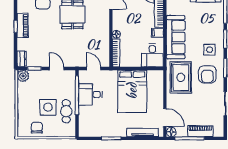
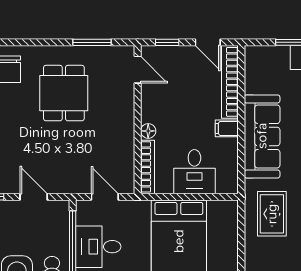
desk: (152, 55) -> (194, 172), moved
rug: (181, 77) -> (272, 214), width x0.73, depth x0.70

